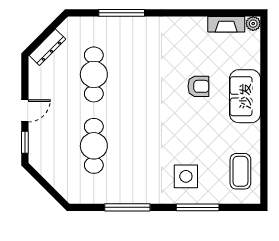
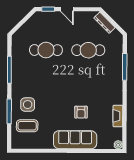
fireplace: (226, 24) -> (118, 116), moved
sofa: (245, 96) -> (75, 140), width x1.36
coffee table: (240, 171) -> (27, 126), moved

